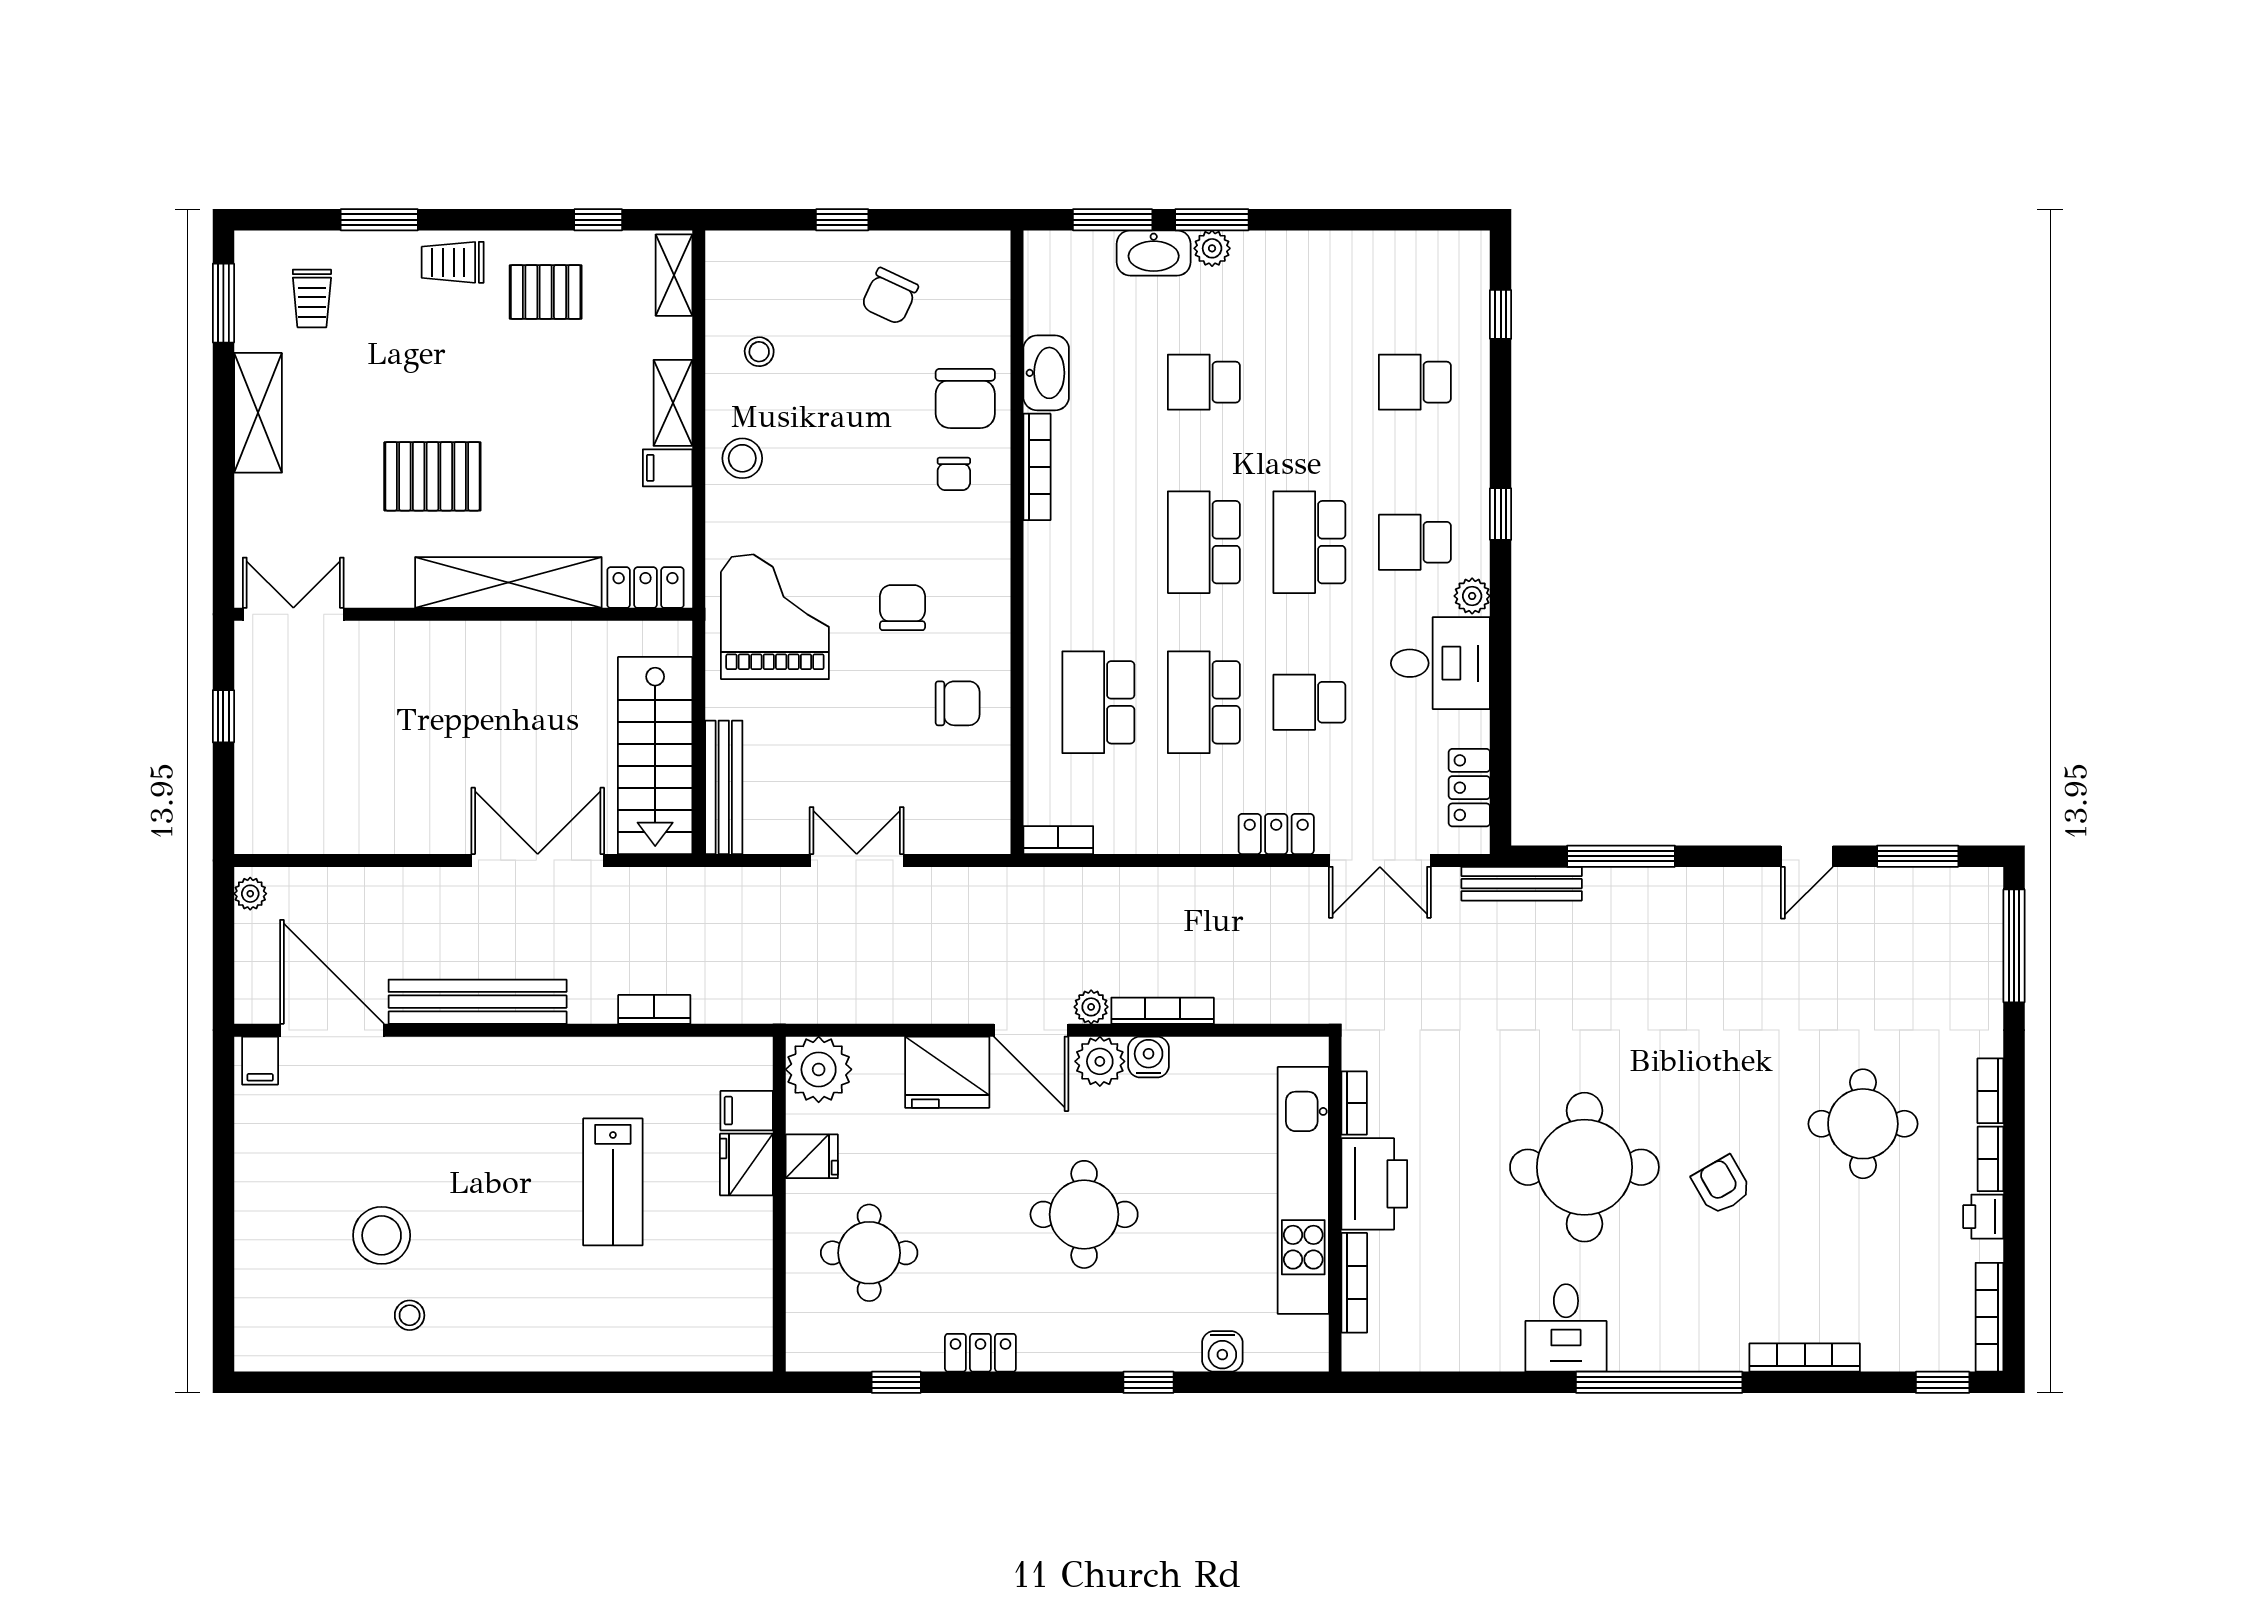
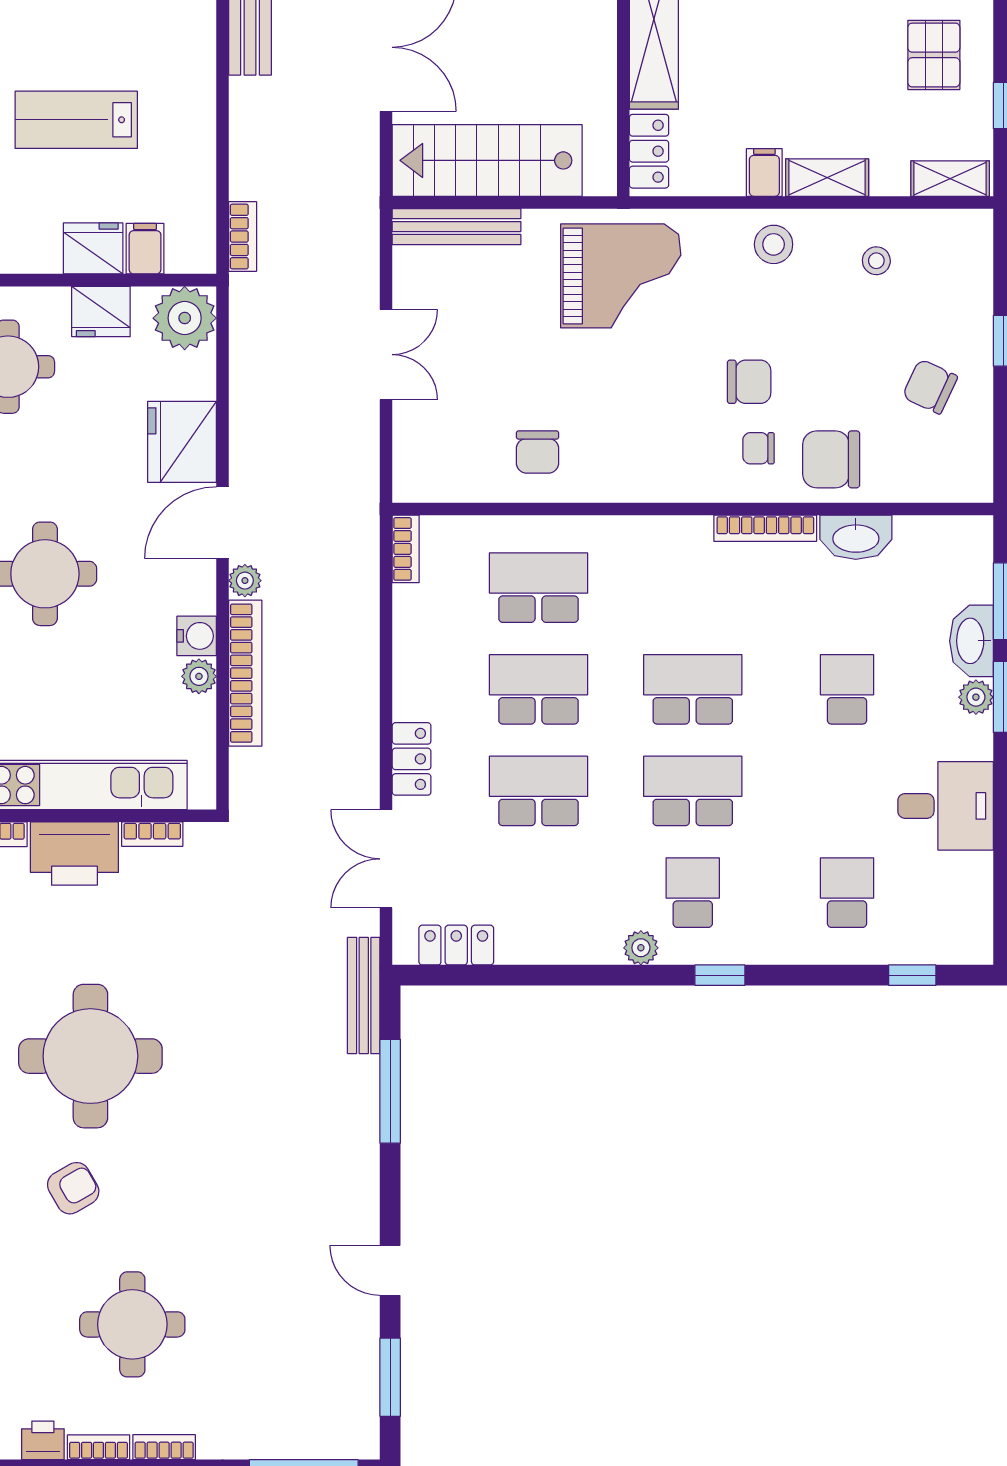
chair: (902, 608) -> (749, 382), moved
desk: (1440, 663) -> (946, 806), moved, turned -90
school desk: (1309, 702) -> (538, 791), width x1.85
bookcase: (654, 1009) -> (243, 237), moved
bookcase: (1163, 1011) -> (245, 673), width x1.48, depth x1.31
plant: (1100, 1061) -> (199, 676), moved, width x0.73, depth x0.73
fridge: (812, 1156) -> (101, 311), width x1.38

